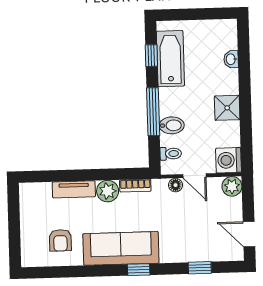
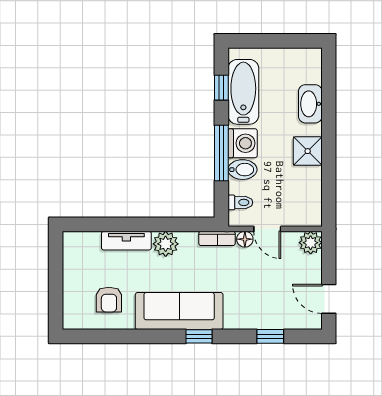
washbasin: (231, 59) -> (310, 104), width x1.91, depth x1.45
washing machine: (229, 160) -> (243, 143), moved, turned 180
bookcase: (135, 186) -> (217, 238), moved

